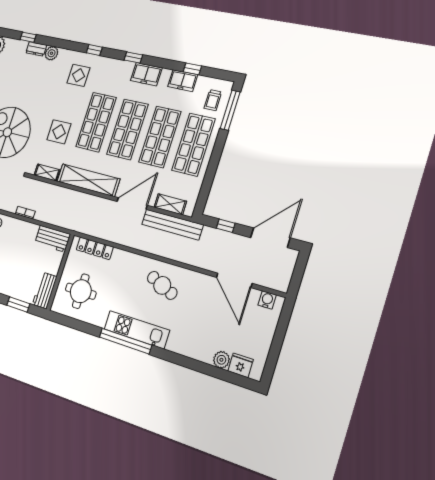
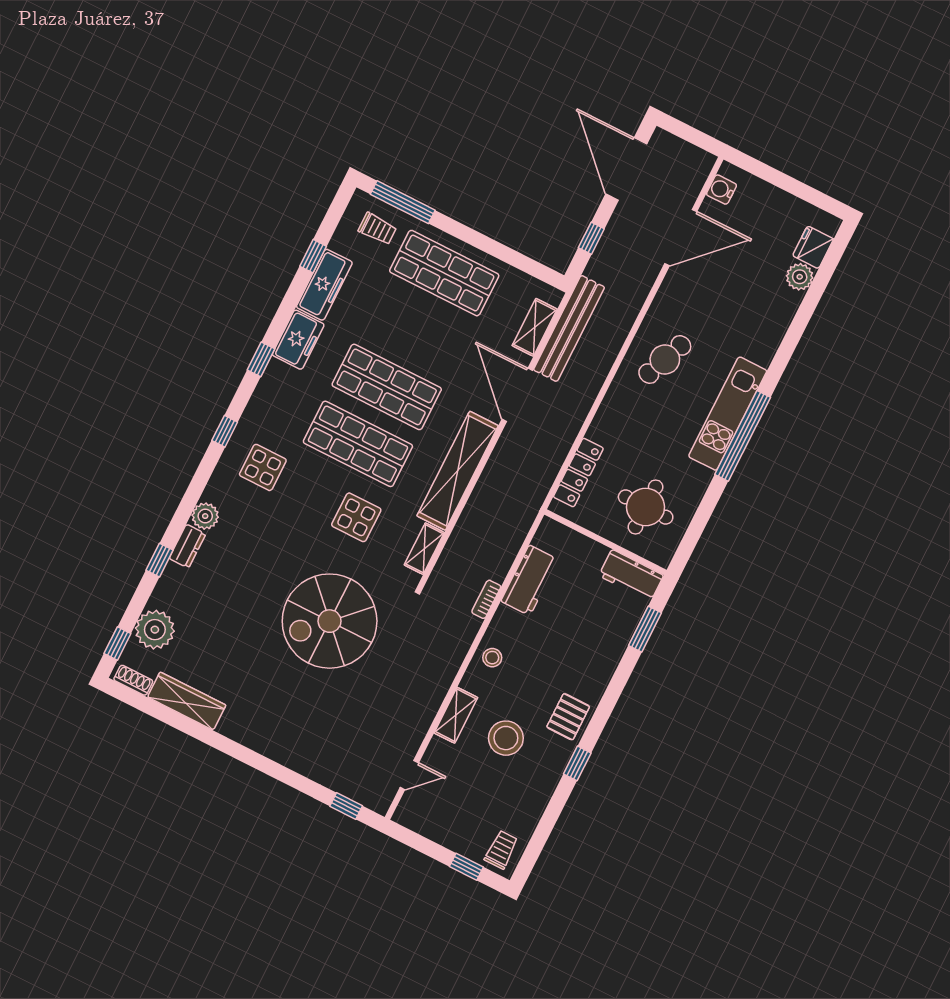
freezer: (183, 81) -> (324, 285), width x1.40
shop shelf: (160, 137) -> (415, 330), removed
workbench: (53, 239) -> (529, 580), moved

